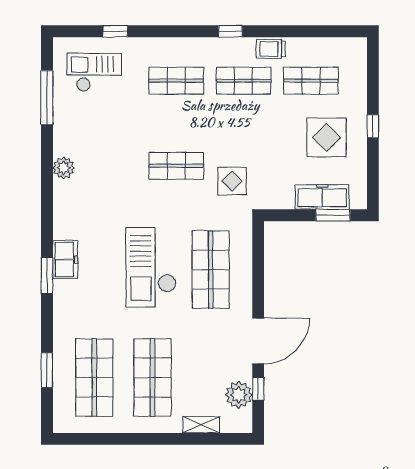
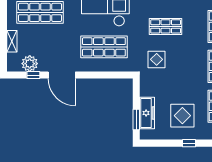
shop shelf: (176, 166) -> (166, 26), turned 90

